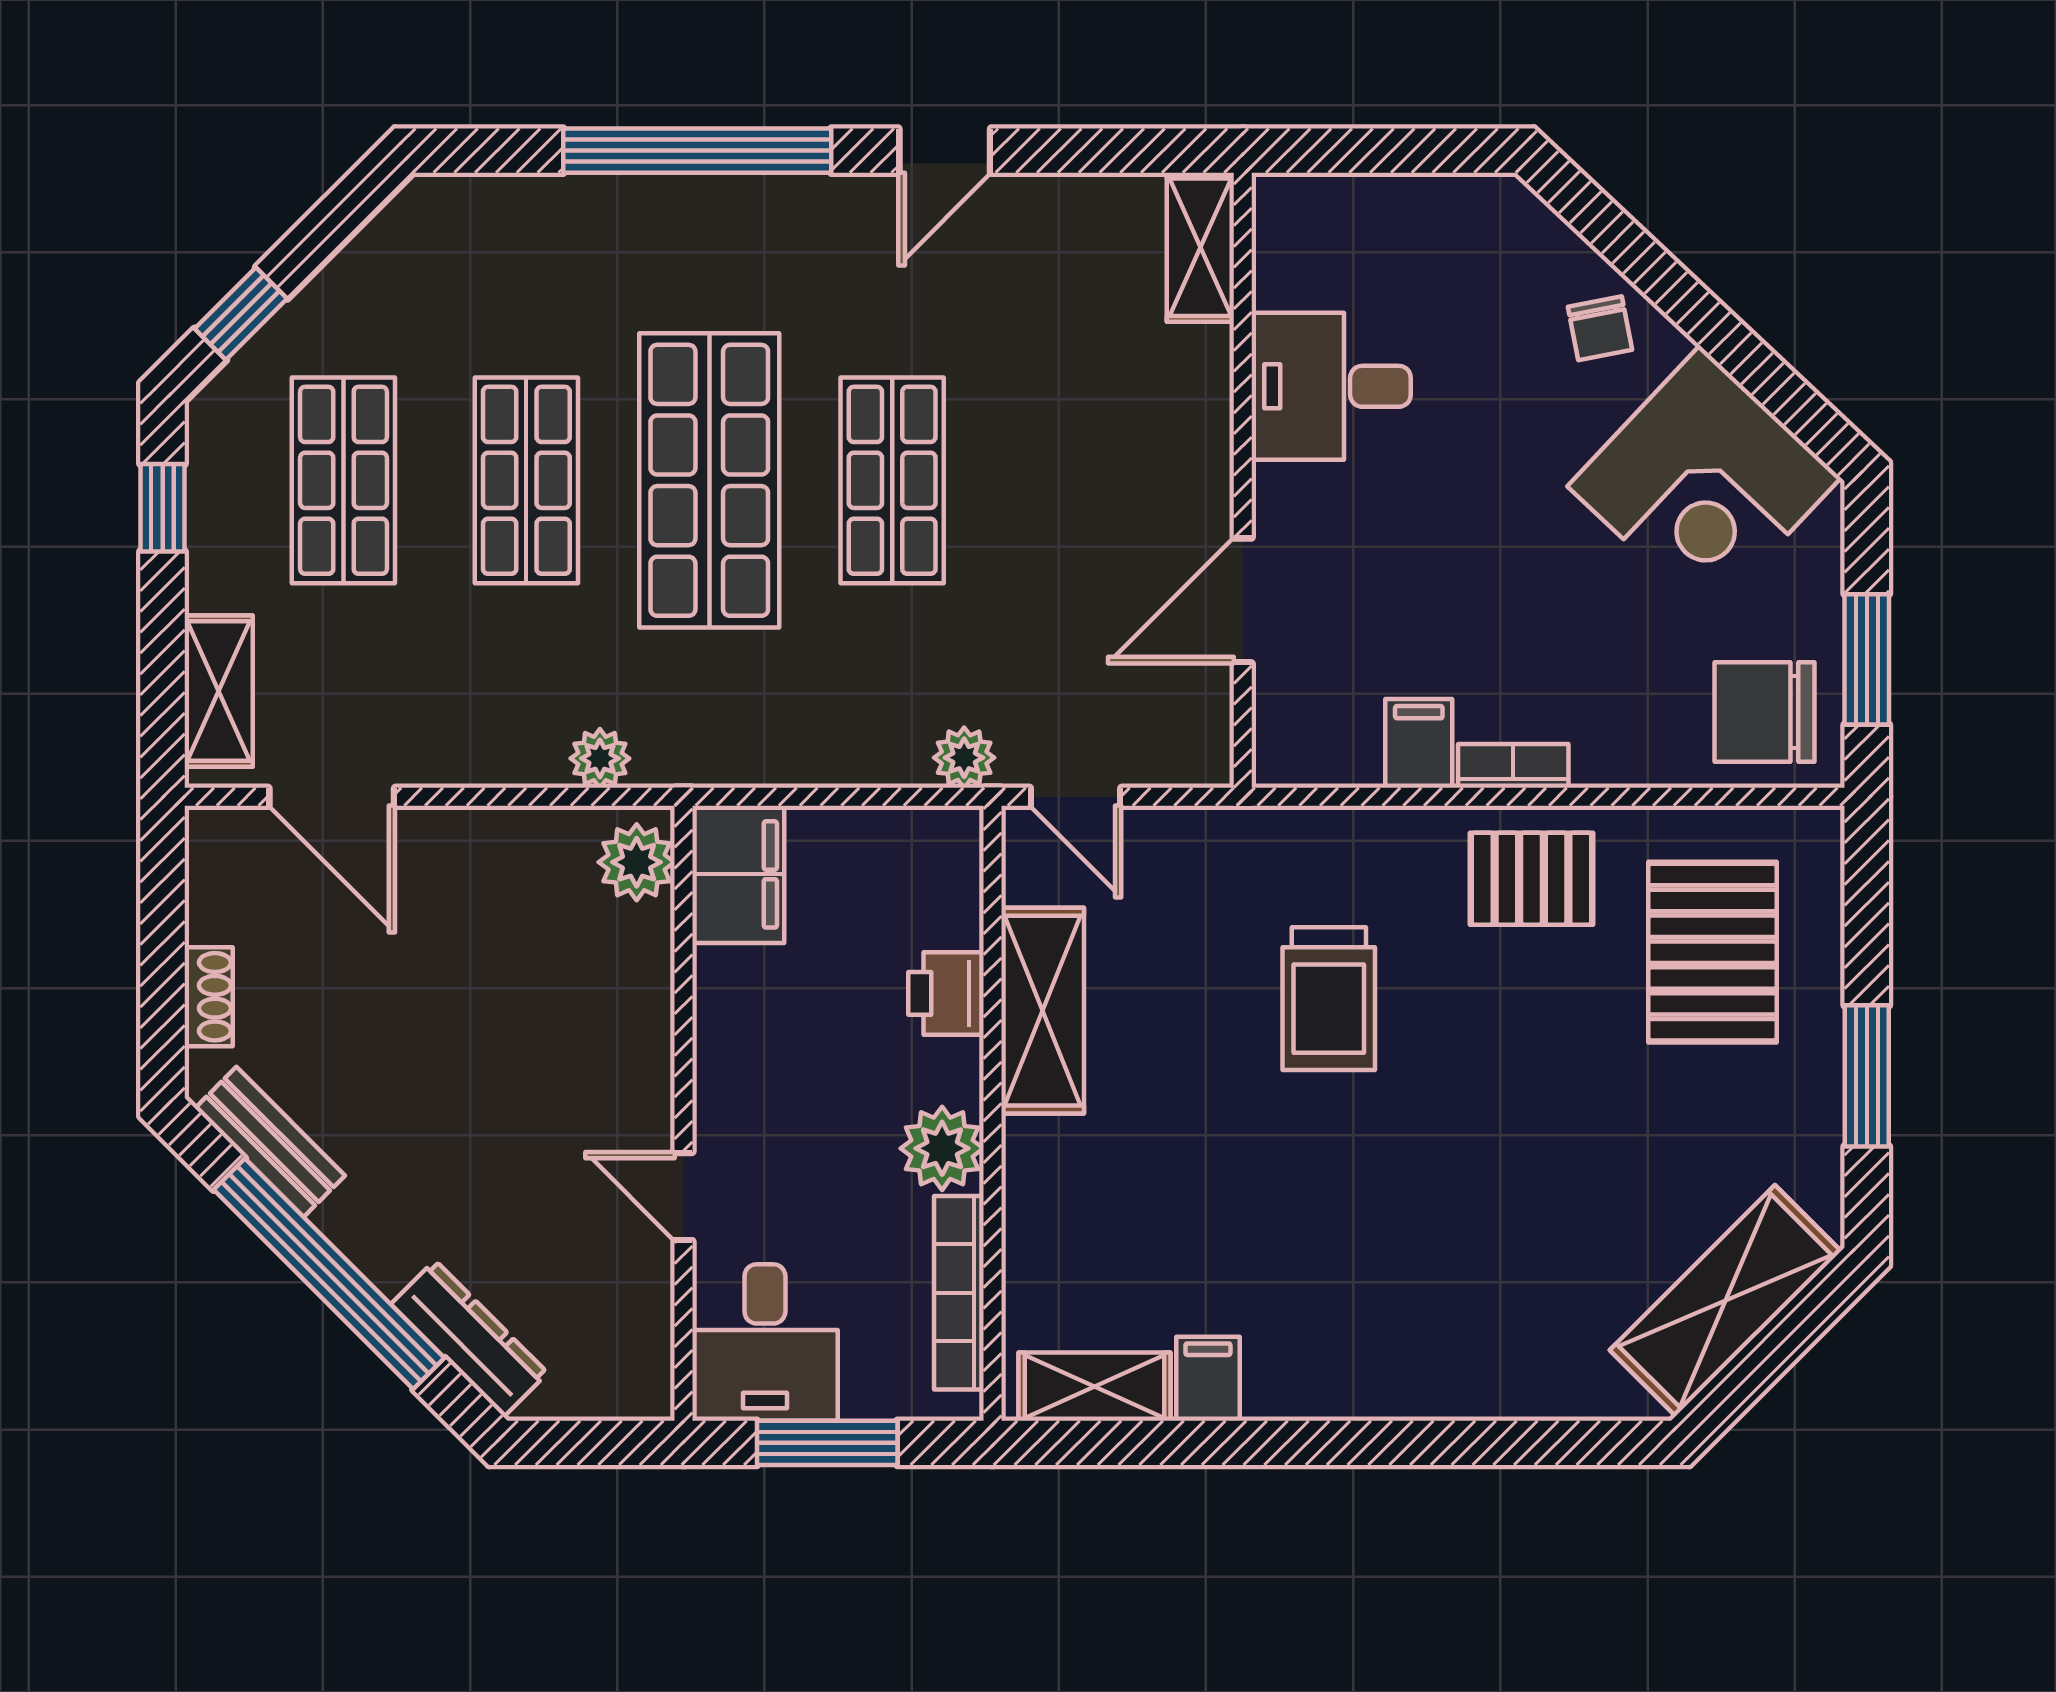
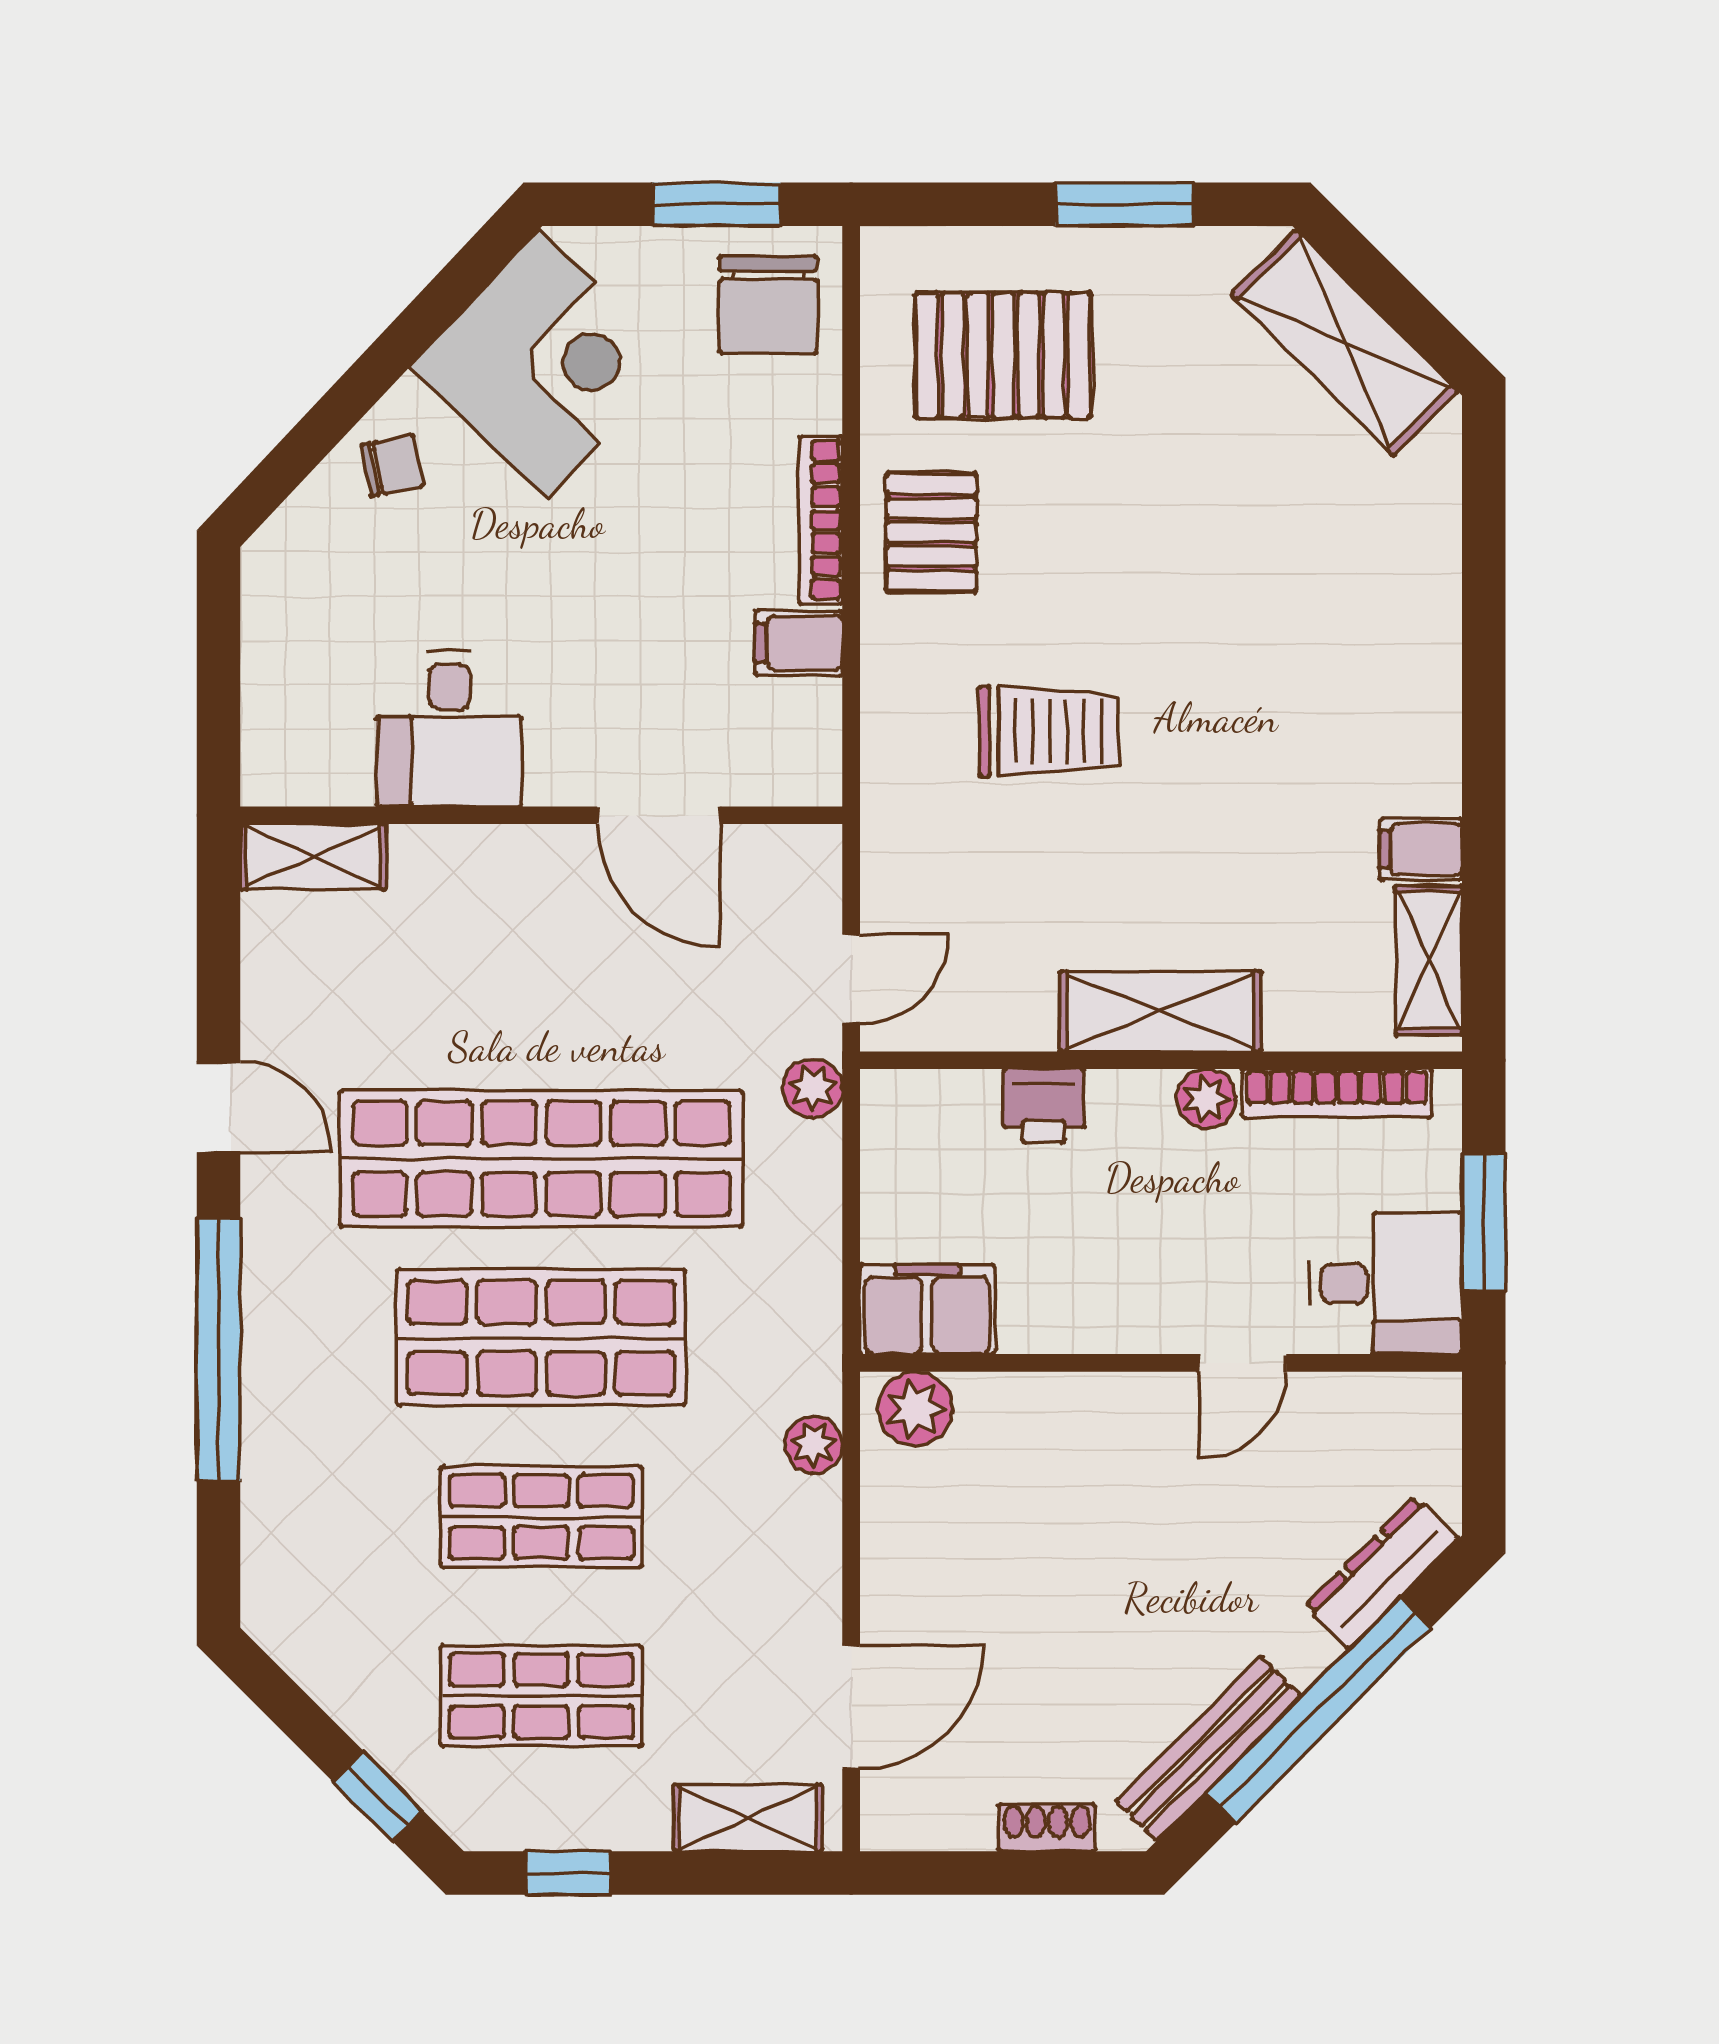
shop shelf: (892, 480) -> (541, 1159), width x2.00, depth x1.36
bookcase: (1513, 766) -> (821, 520), width x1.56
shelving: (1043, 1011) -> (1160, 1011), moved
bench: (270, 1142) -> (1208, 1748), width x1.36
plant: (942, 1148) -> (1206, 1099), width x0.73, depth x0.73

